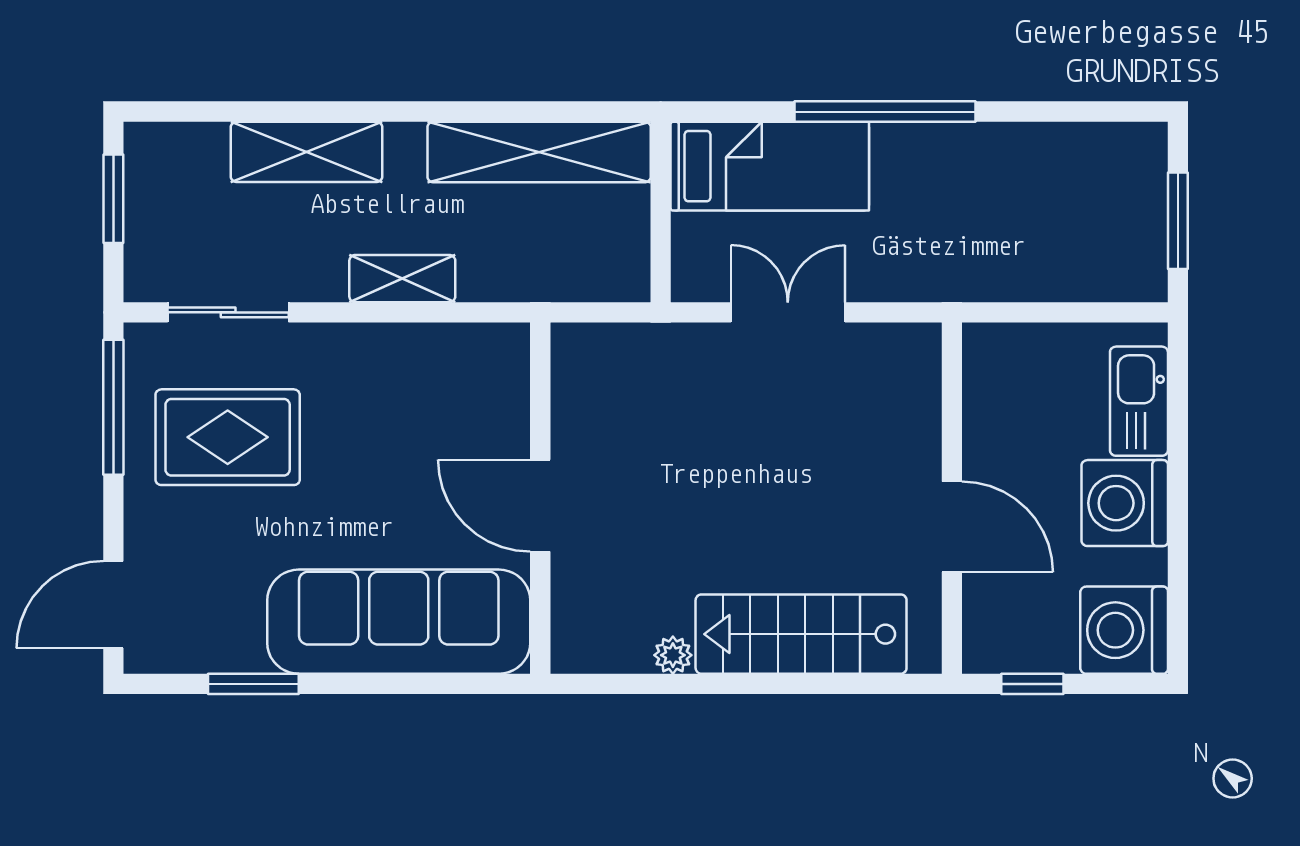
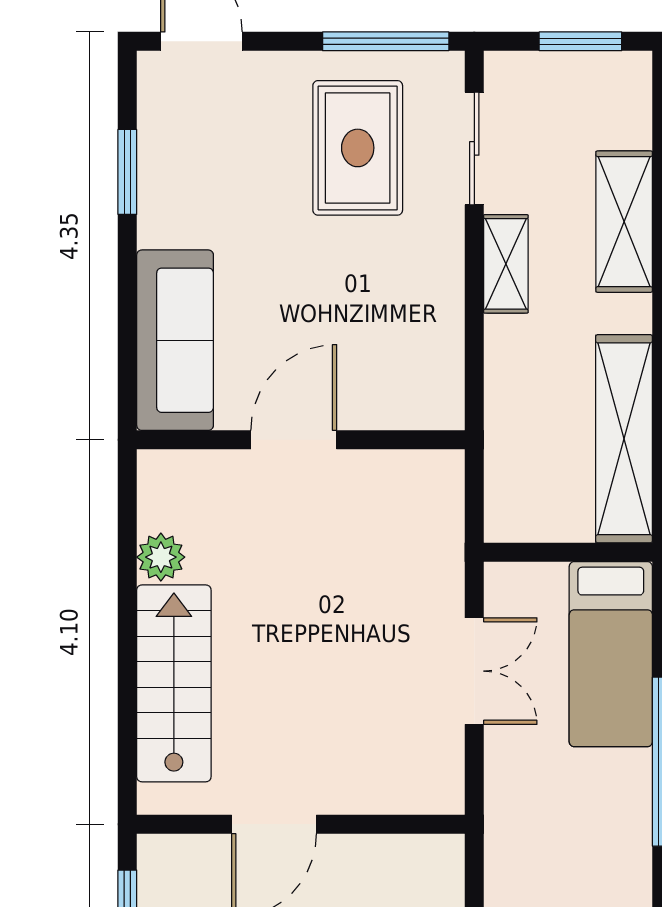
shelving: (402, 279) -> (506, 264), moved
sofa: (399, 622) -> (175, 340), width x0.74, depth x0.79
plant: (673, 655) -> (161, 557), width x1.38, depth x1.38

